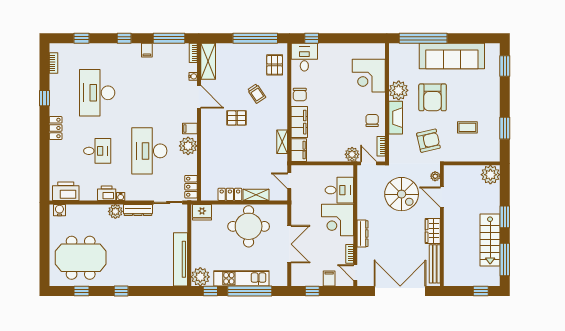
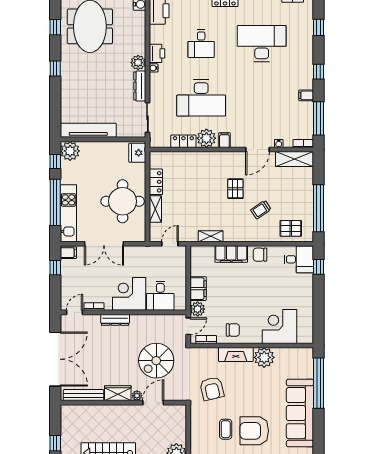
armchair: (433, 97) -> (254, 431), moved
filing cabinet: (299, 150) -> (198, 289), moved, turned -90
desk: (149, 151) -> (201, 98), turned 180
plant: (435, 176) -> (137, 396), moved
locker: (191, 187) -> (183, 141), moved
kitchen unit: (241, 278) -> (68, 213), moved
filing cabinet: (329, 278) -> (68, 253), moved

